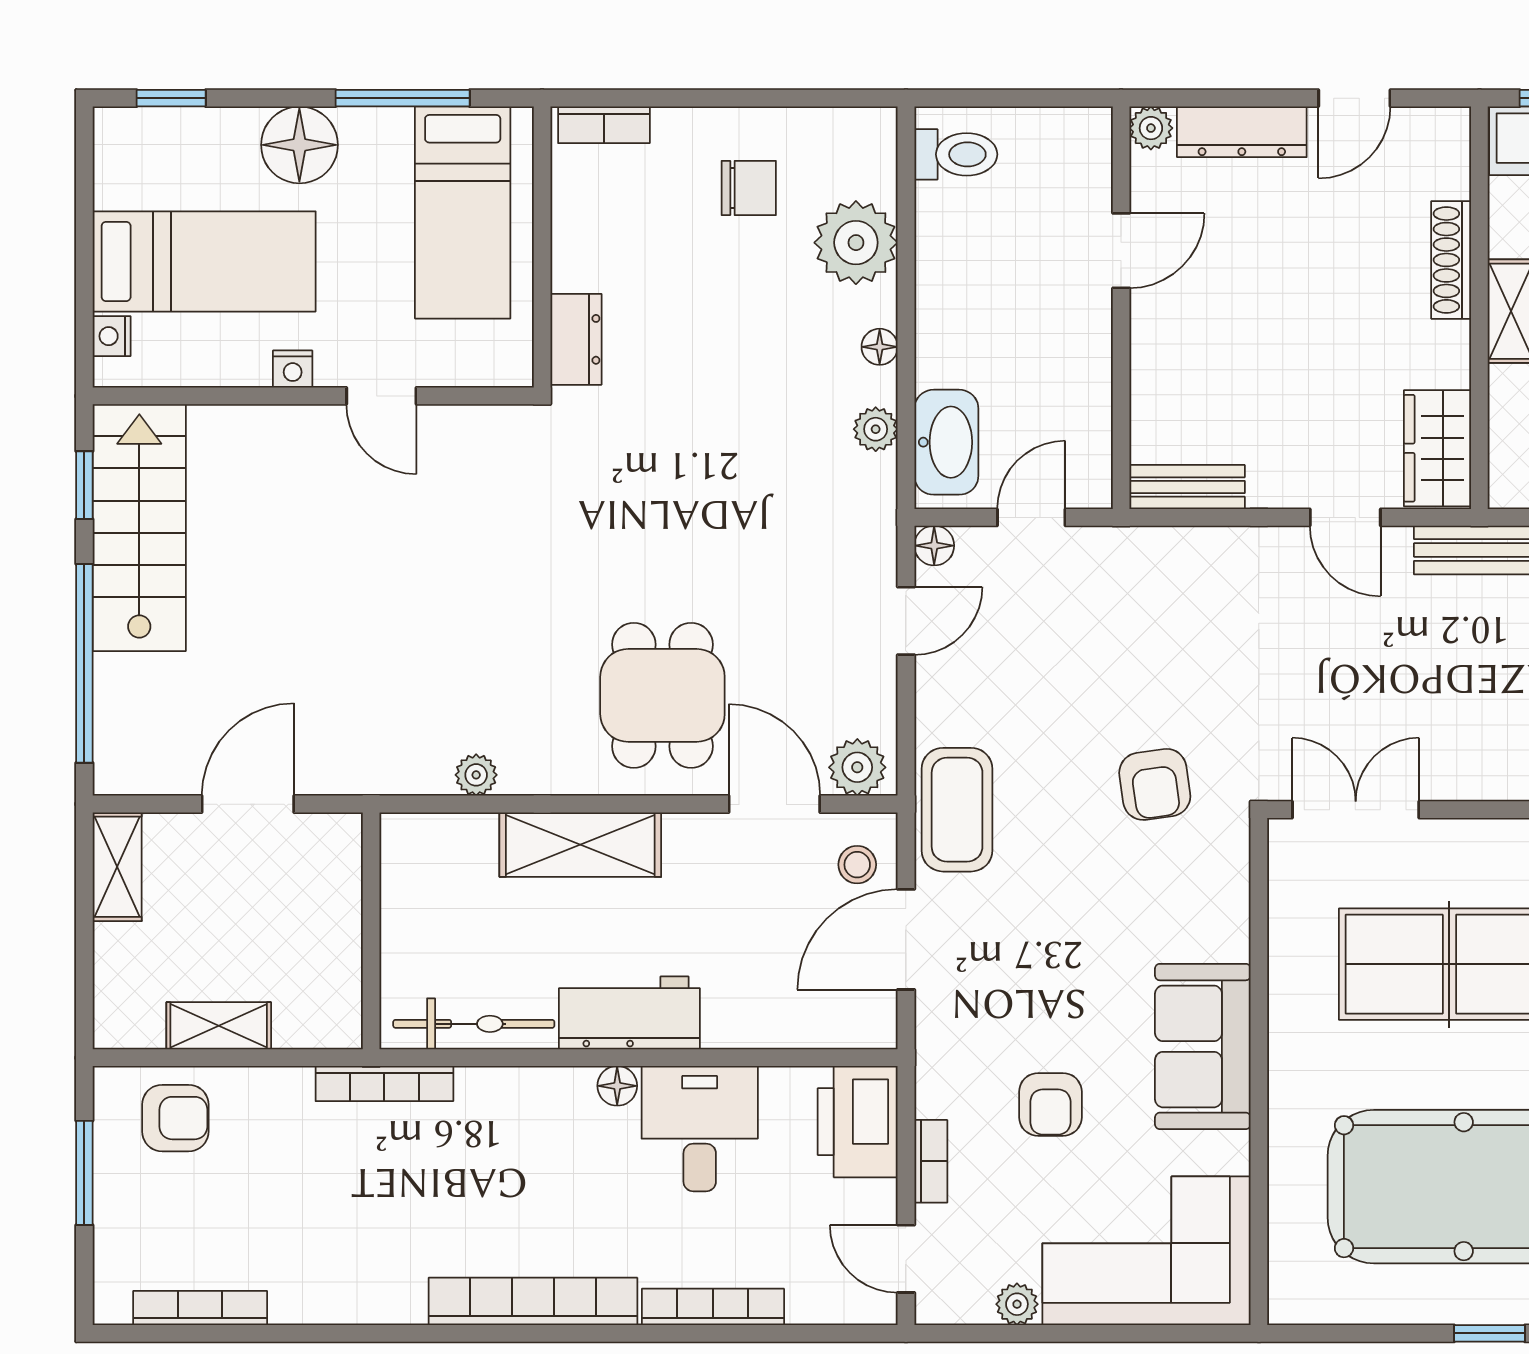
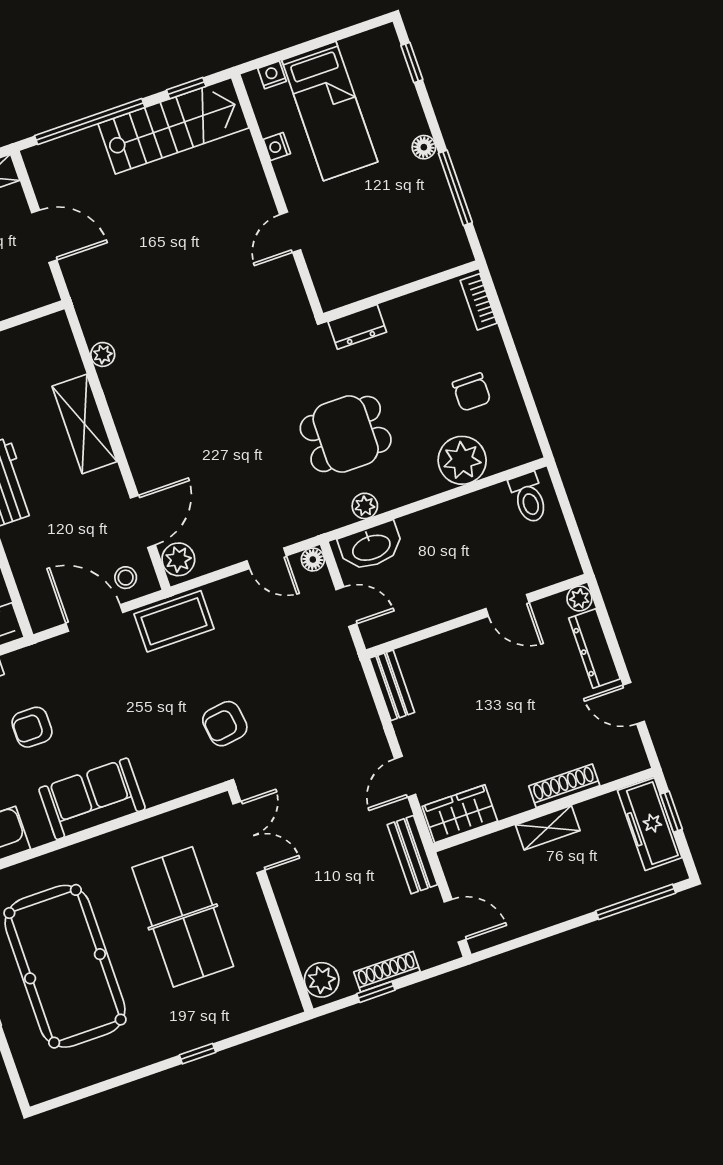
floor lamp: (299, 145) -> (424, 147), width x0.53, depth x0.53
bed: (463, 213) -> (405, 242), removed
floor lamp: (880, 347) -> (410, 493), removed
nightstand: (293, 369) -> (277, 147), moved
dining table: (662, 695) -> (346, 434), moved

